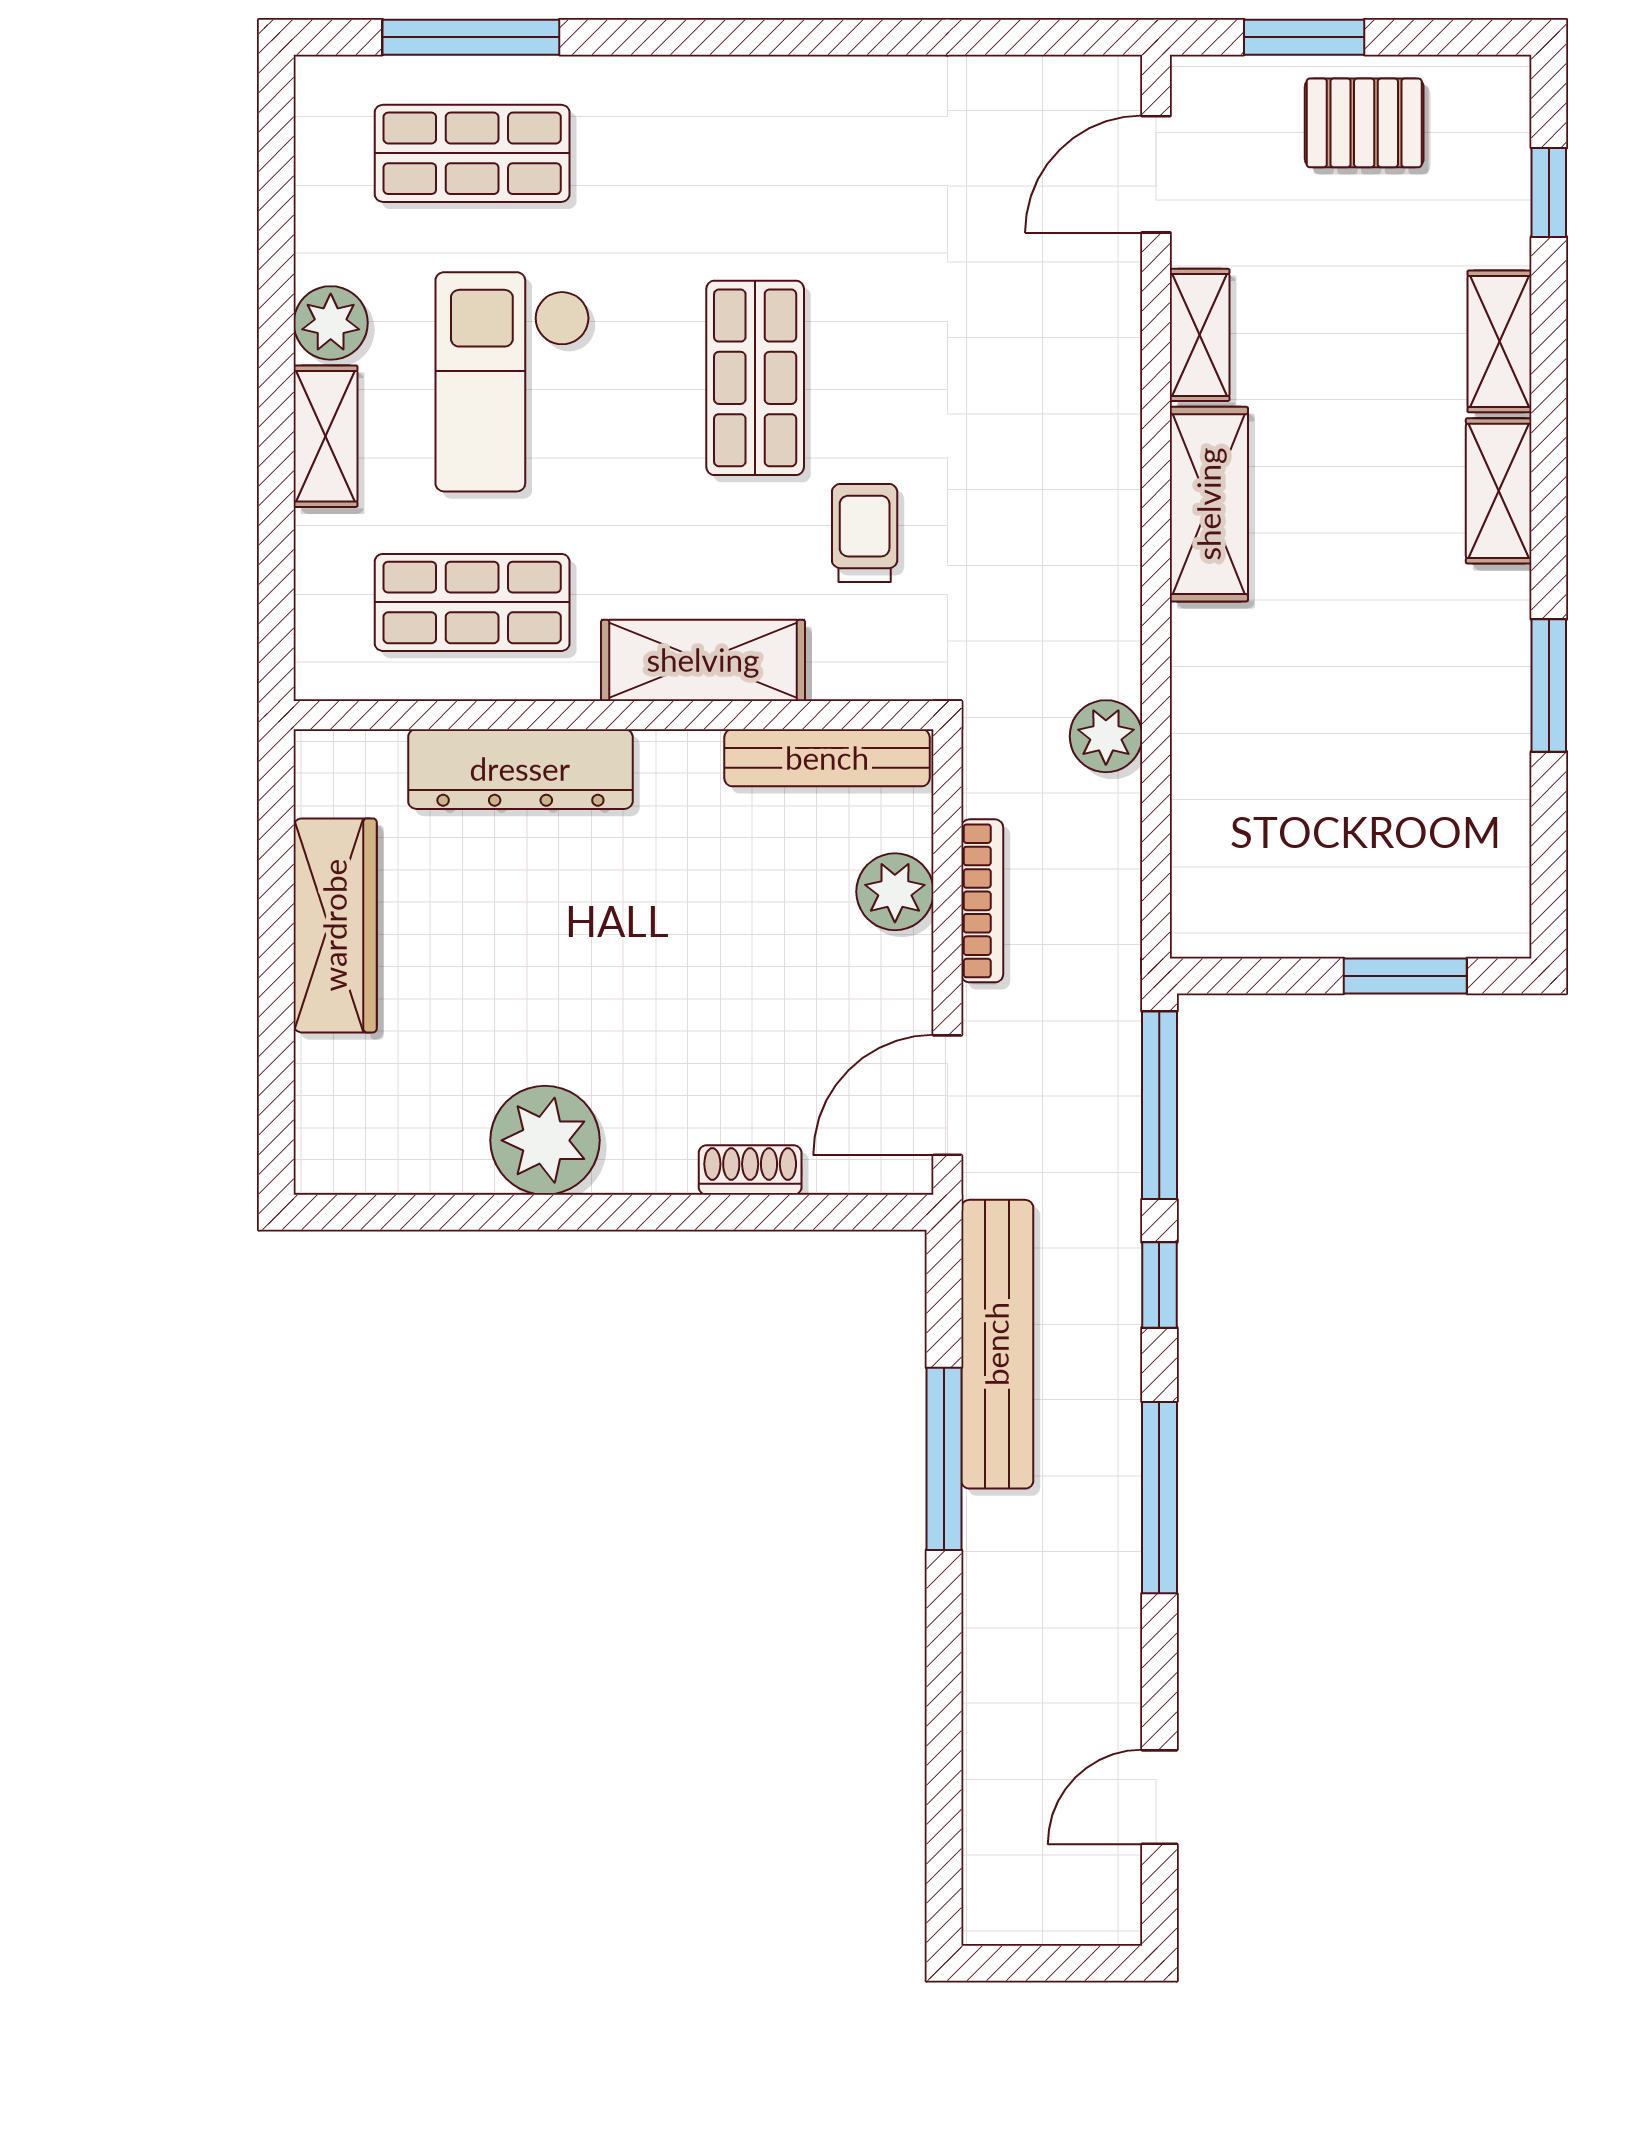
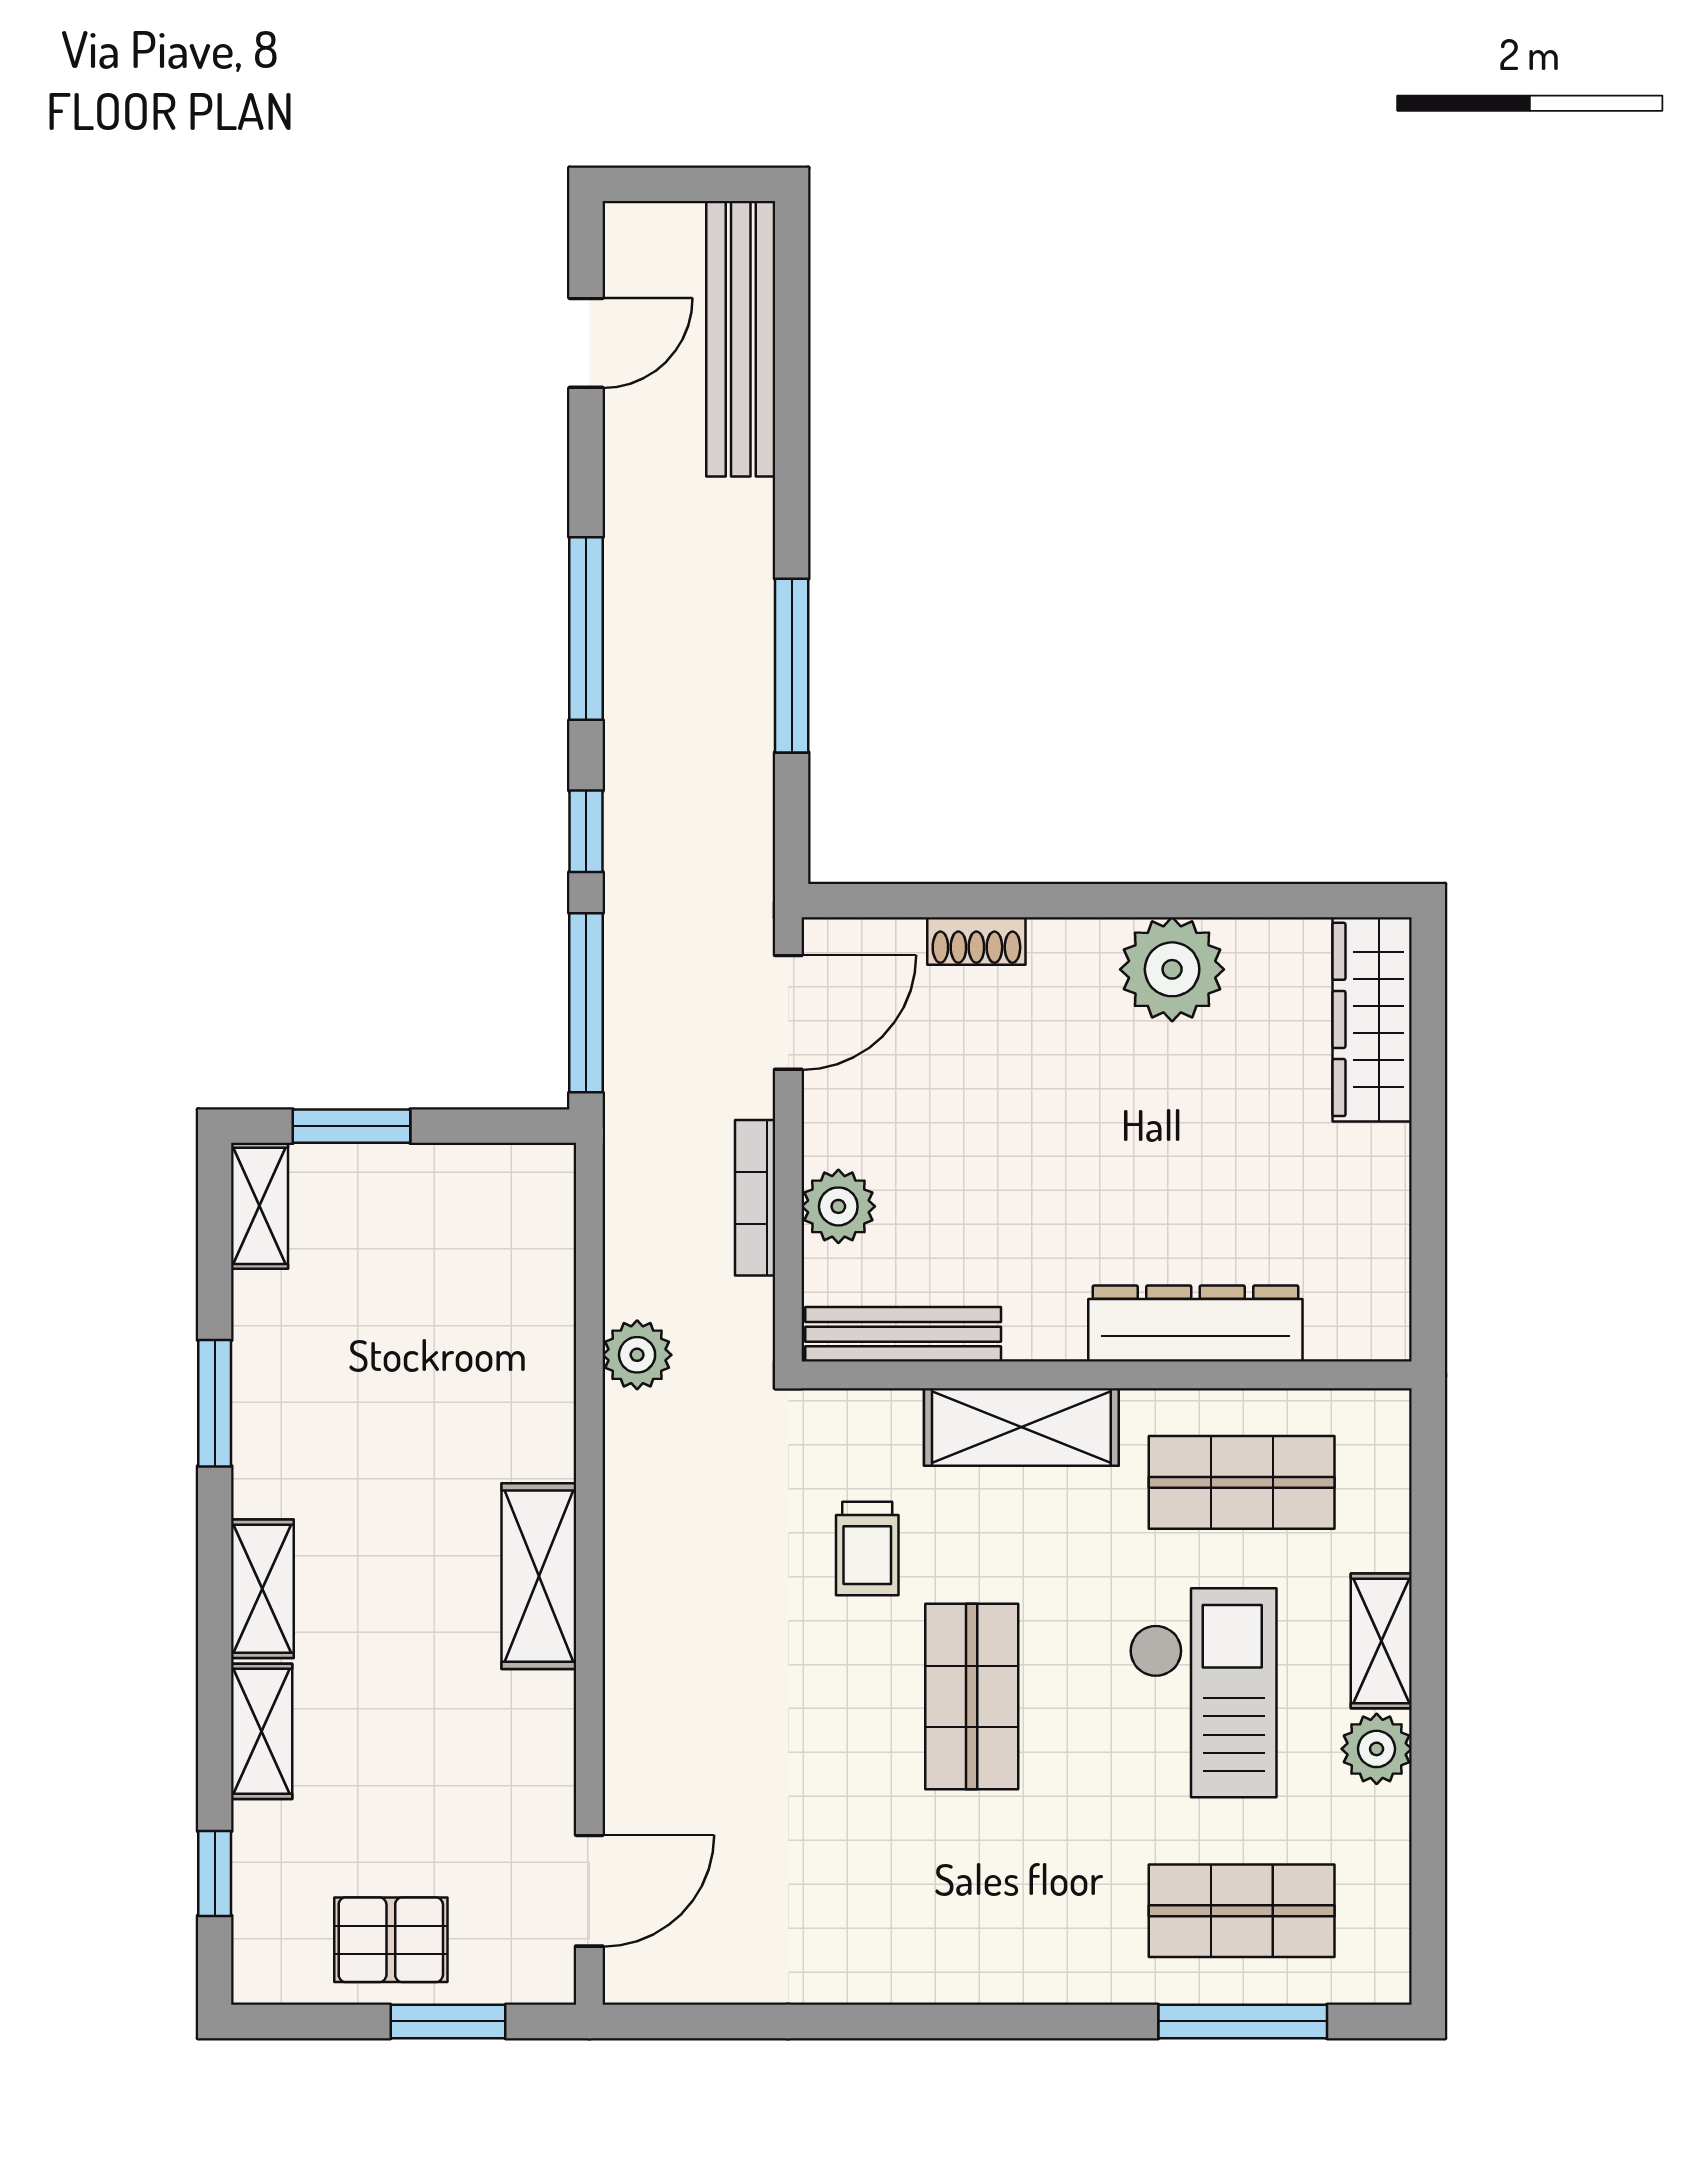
shelving: (1200, 335) -> (260, 1206), moved
wardrobe: (335, 925) -> (1372, 1019), moved
bench: (997, 1344) -> (741, 339), moved

